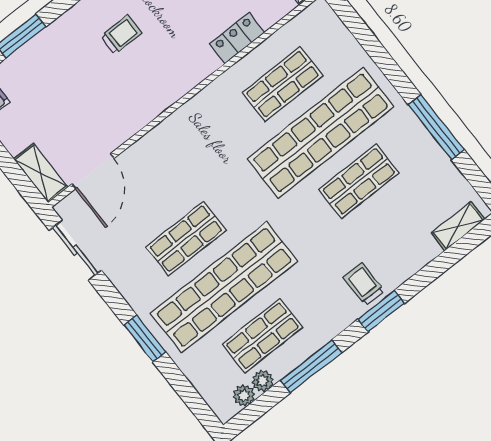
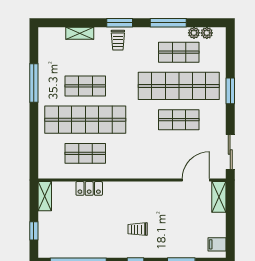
shelving: (458, 226) -> (80, 33), moved

